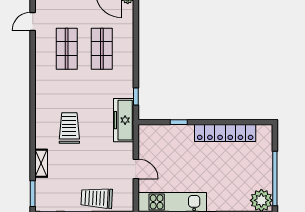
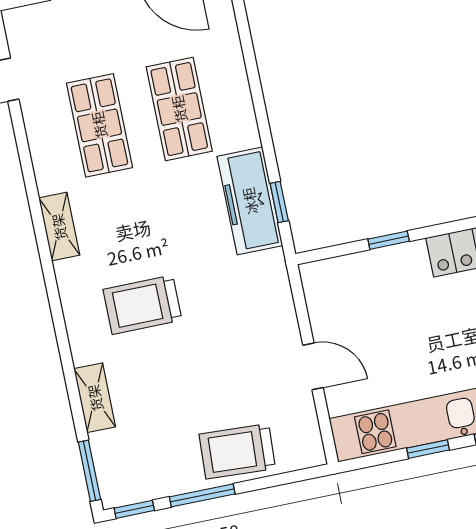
shelving: (41, 88) -> (59, 227), added
freezer: (124, 120) -> (250, 201), moved
trolley: (69, 128) -> (142, 305), turned -90

